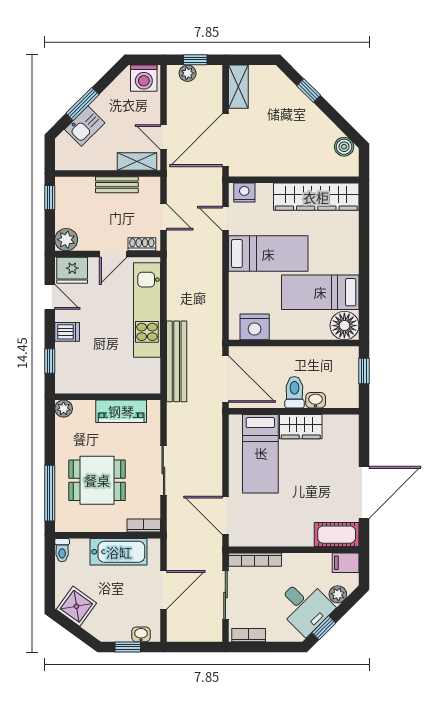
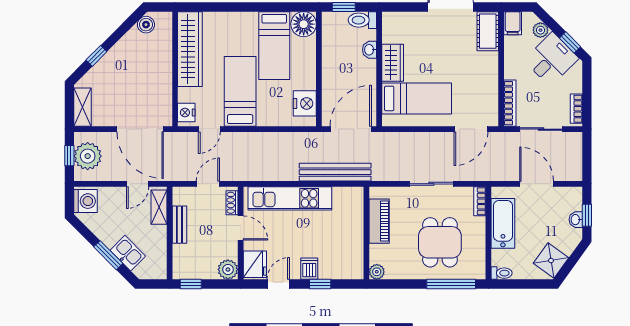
plant: (188, 73) -> (88, 156), width x1.88, depth x1.88
shelving: (238, 87) -> (83, 107), moved, turned 90
window: (50, 361) -> (320, 284), moved
toilet: (294, 392) -> (362, 20), moved
washbasin: (141, 634) -> (576, 220), moved

